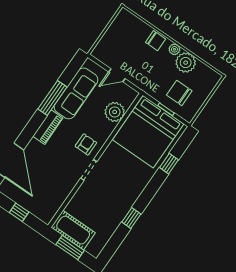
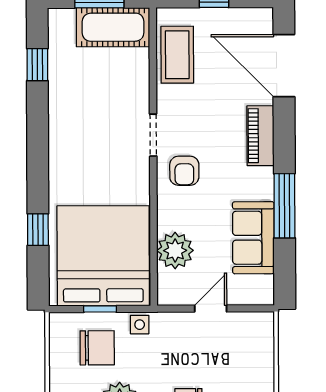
side table: (153, 90) -> (140, 325), added
sofa: (76, 93) -> (253, 238), width x0.73
piano: (48, 127) -> (260, 136), moved
coffee table: (53, 198) -> (177, 55), added
window: (131, 218) -> (37, 65), moved

